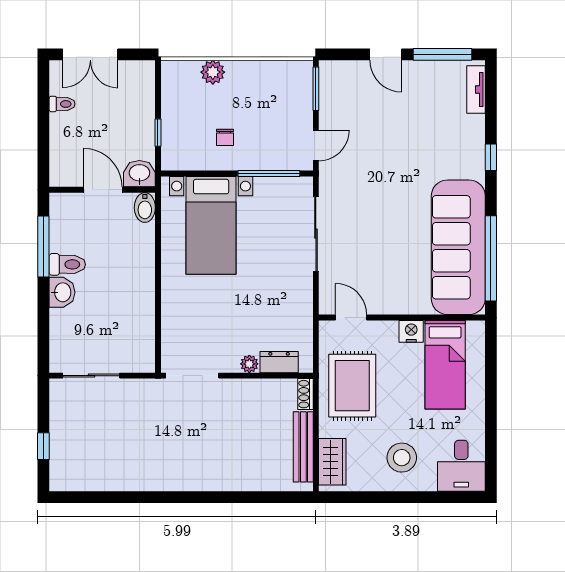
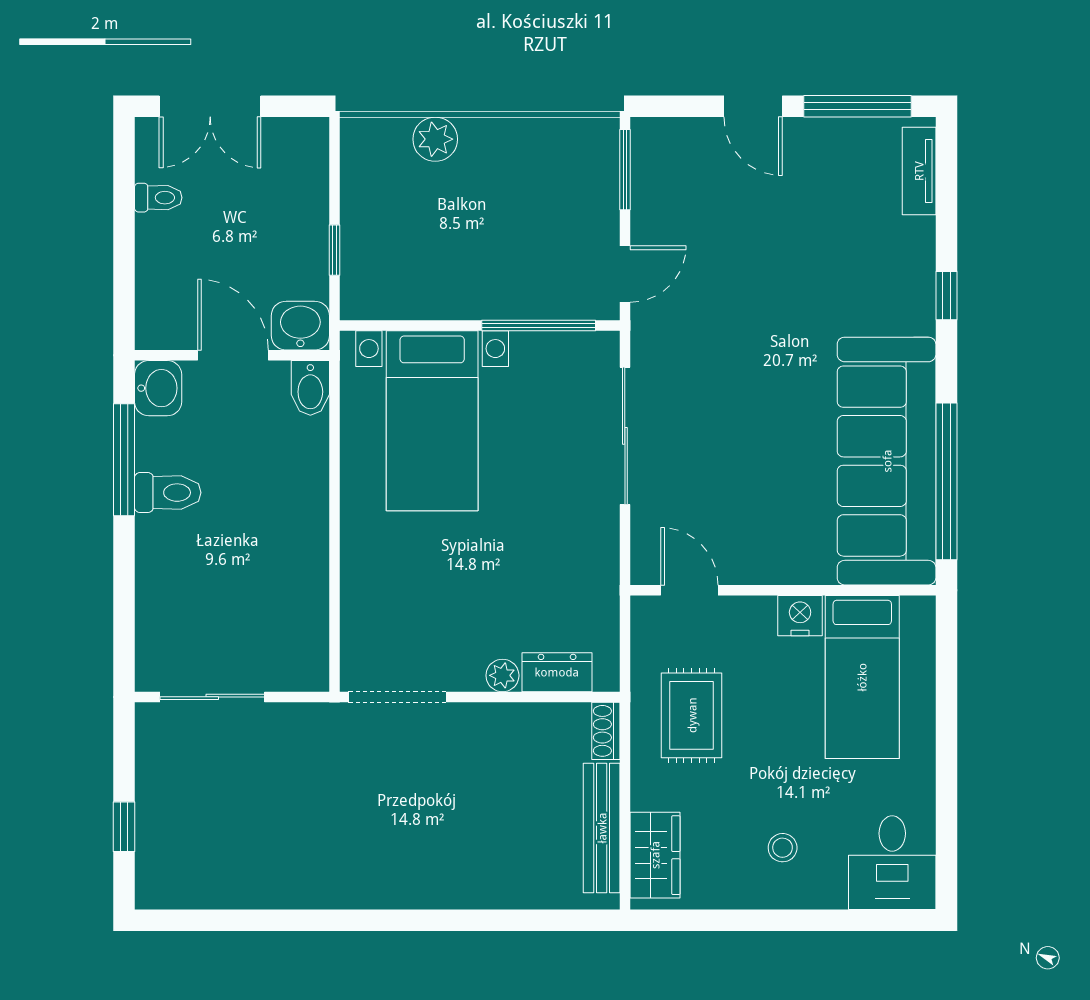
chair: (225, 137) -> (458, 259), removed
washbasin: (62, 292) -> (158, 388), moved
rug: (352, 386) -> (692, 715), width x0.73, depth x0.70
stool: (402, 458) -> (783, 848), width x0.53, depth x0.53

